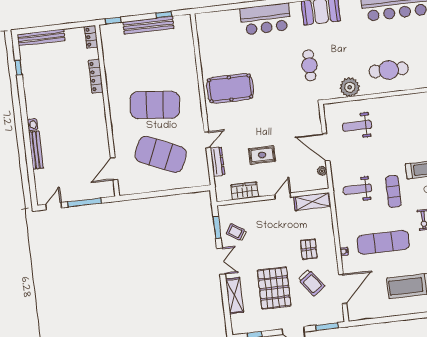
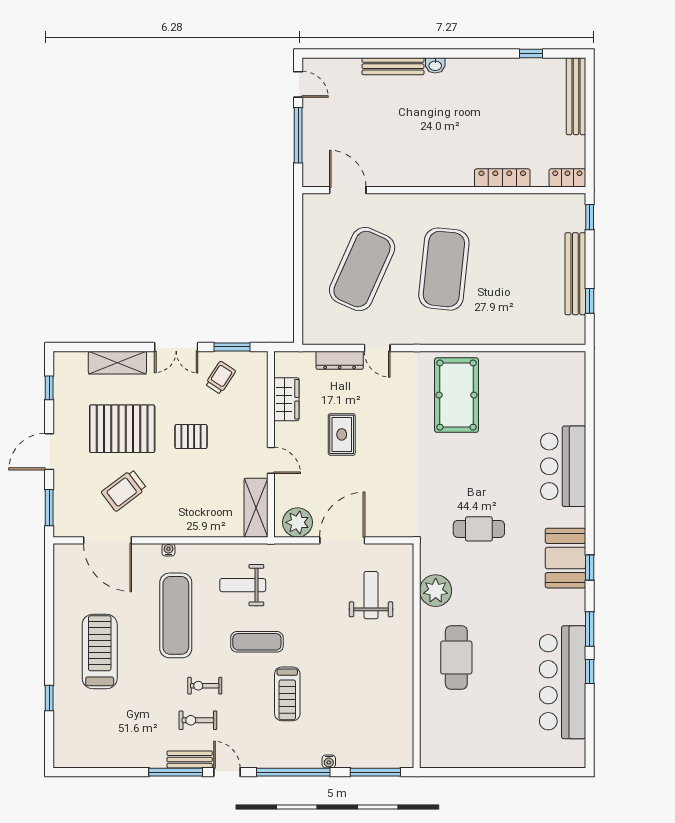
plant: (322, 171) -> (298, 522), width x1.88, depth x1.88
weight bench: (357, 189) -> (243, 585), moved, turned -90
pallet: (309, 249) -> (191, 437), moved

